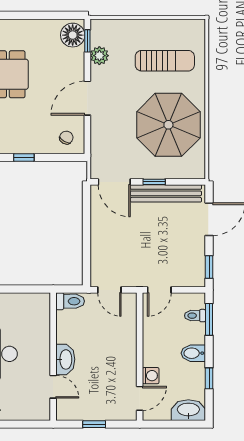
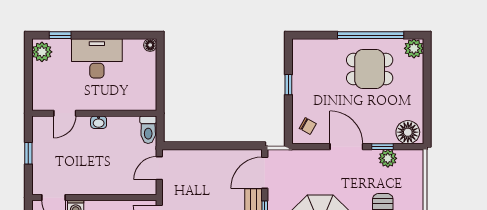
window: (87, 41) -> (382, 147), moved
washbasin: (65, 359) -> (99, 122), width x0.52, depth x0.69

